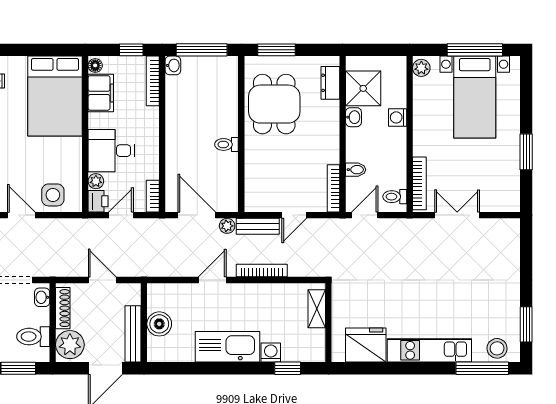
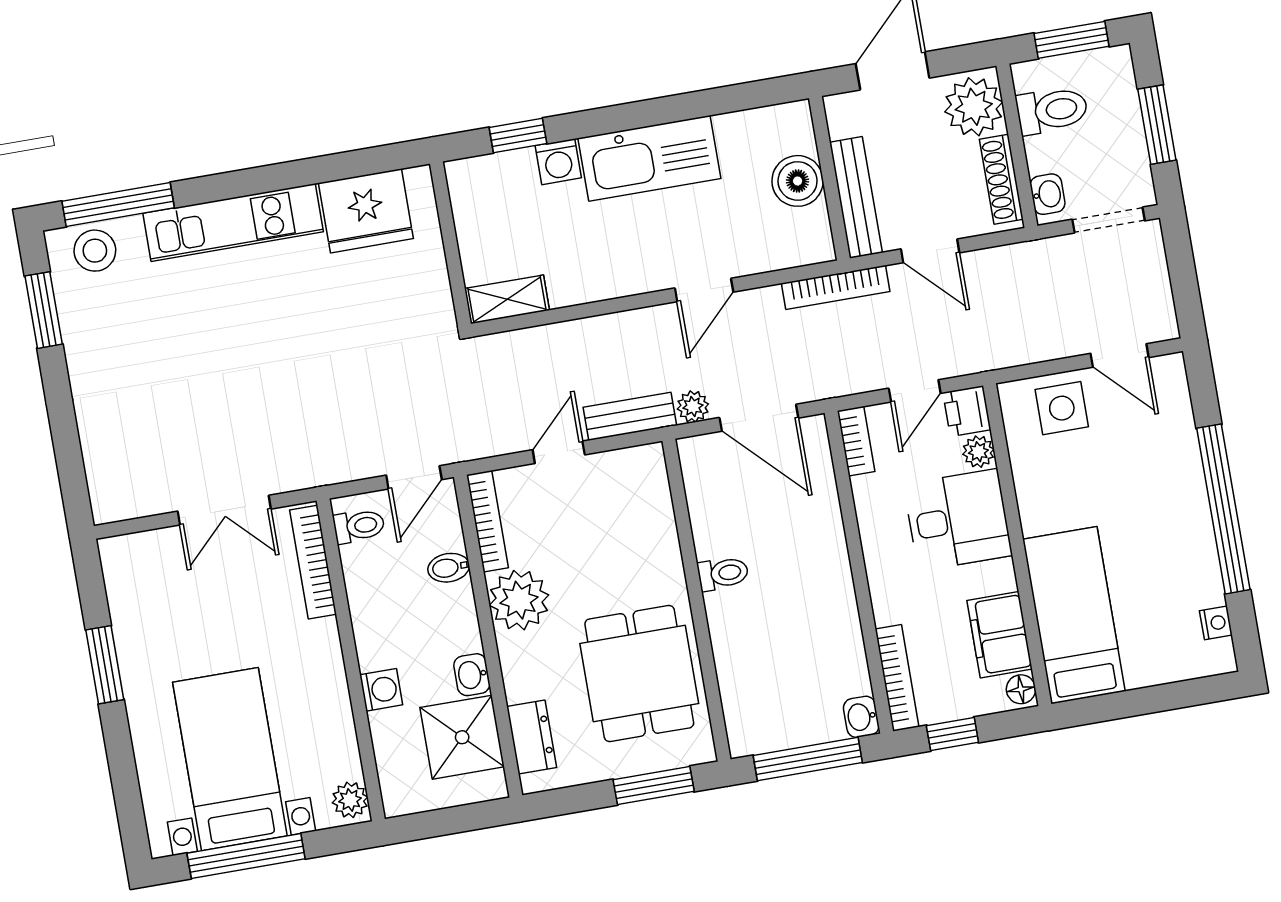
bed: (55, 96) -> (1074, 615), width x0.67
plant: (325, 149) -> (519, 600), added
bookcase: (262, 271) -> (836, 287), moved
shelving: (317, 309) -> (507, 299), moved, turned 90
bench: (133, 334) -> (856, 197), moved

